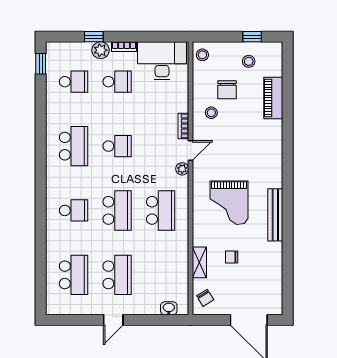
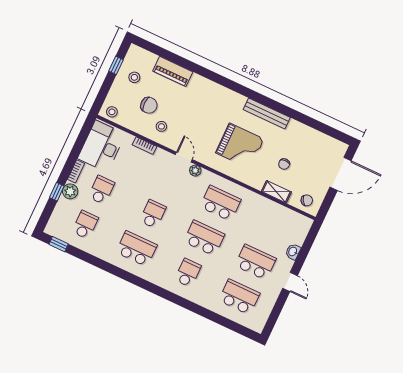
bookcase: (183, 126) -> (145, 146), moved
washbasin: (169, 308) -> (293, 252), moved

